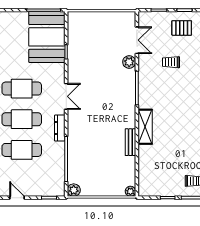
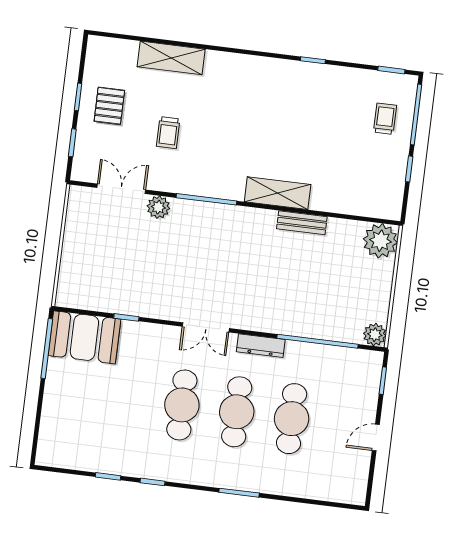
booth: (47, 37) -> (84, 337), width x0.73, depth x0.70
double door: (66, 96) -> (206, 327), swing flipped
plant: (130, 191) -> (380, 241), width x1.87, depth x1.87

